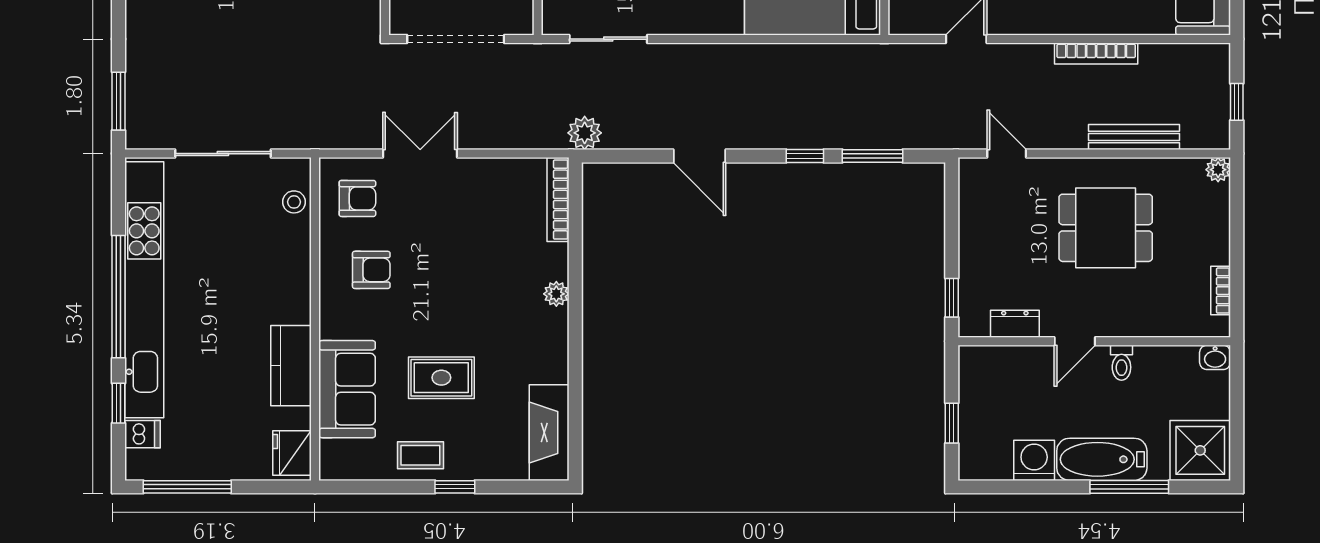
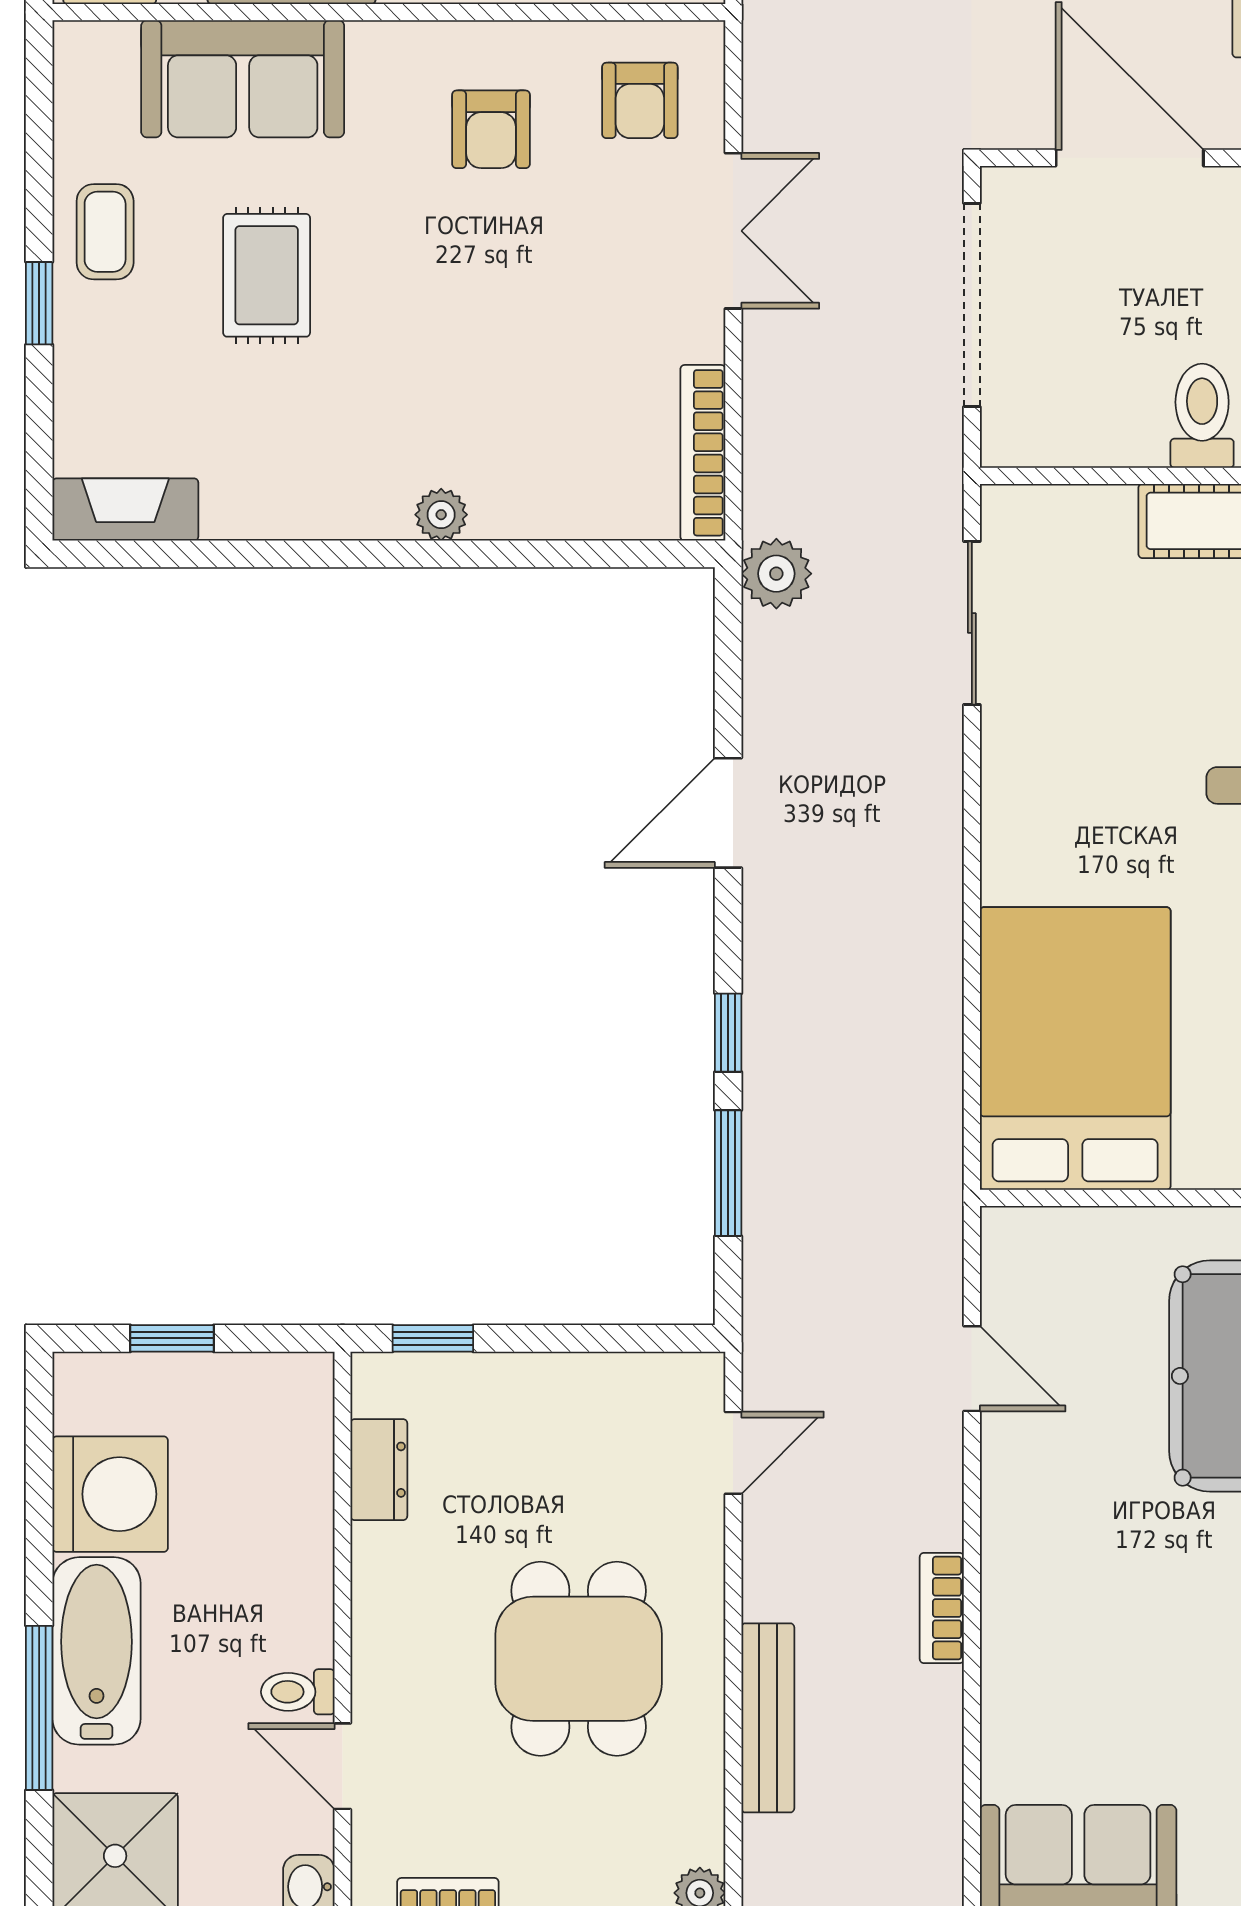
bookcase: (1096, 53) -> (942, 1608), width x0.64
bookcase: (558, 200) -> (703, 453), moved, turned -90
door: (1075, 341) -> (343, 1766), moved
fireplace: (549, 433) -> (125, 510), width x0.73, depth x0.76
washing machine: (1034, 460) -> (110, 1494), width x1.37, depth x1.37

